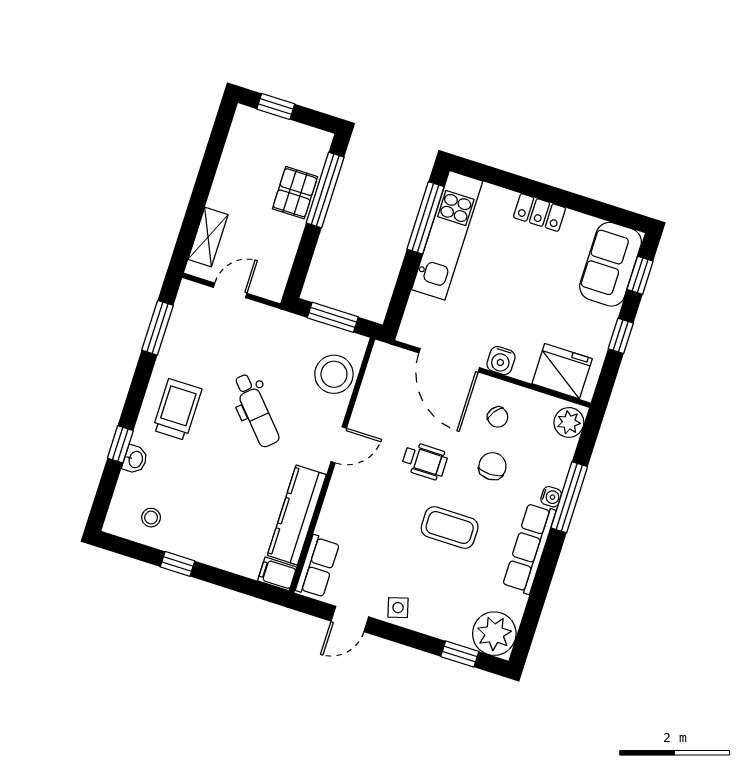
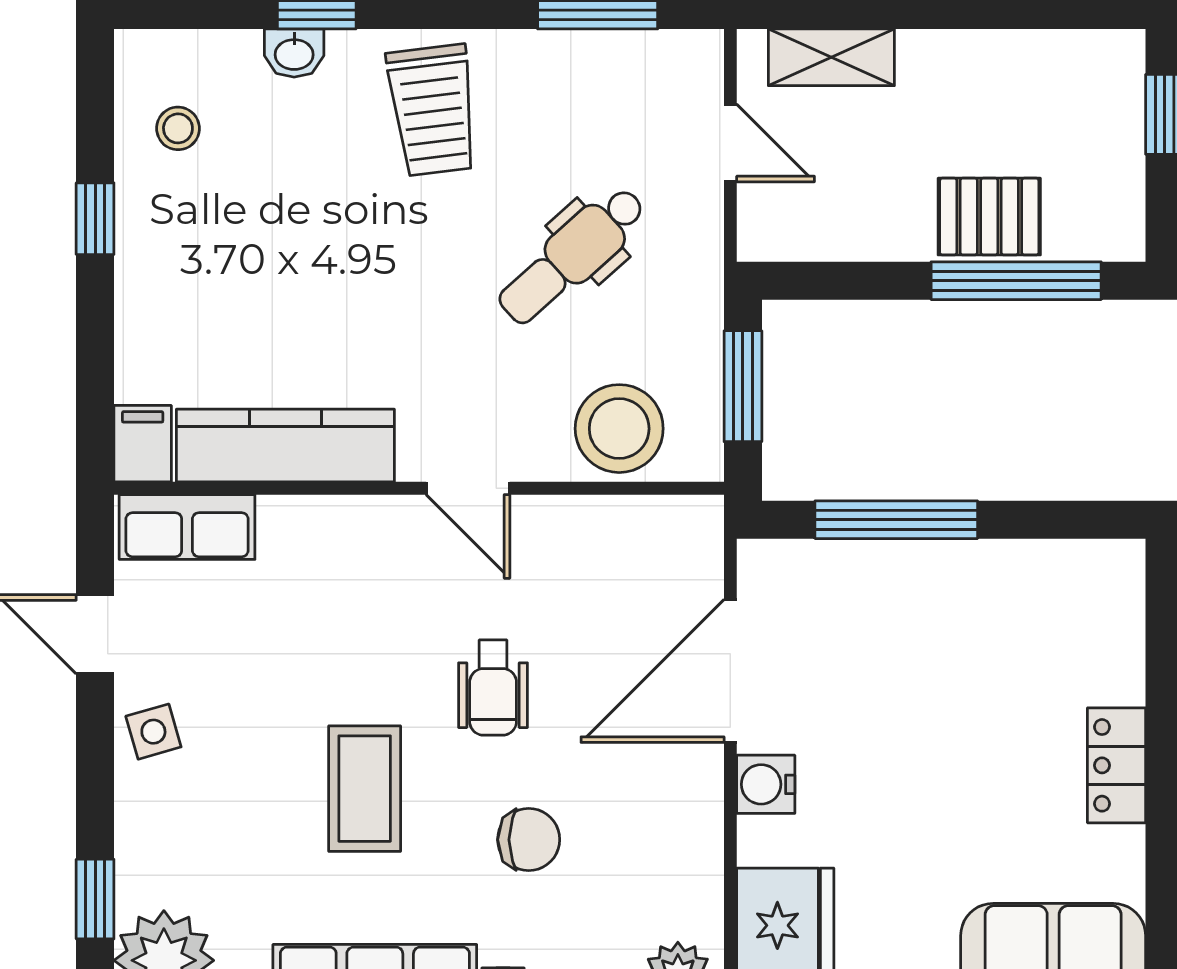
window: (426, 218) -> (896, 520), moved
kitchen unit: (447, 235) -> (1002, 579), removed
trolley: (177, 409) -> (433, 110), turned 83
dental chair: (256, 410) -> (572, 256), moved
chair: (498, 417) -> (640, 817), removed

